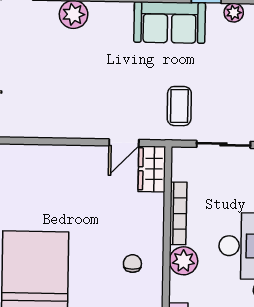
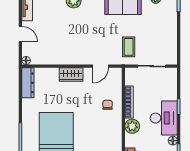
wardrobe: (152, 169) -> (71, 74), moved, turned -90
chair: (132, 264) -> (108, 105), moved

